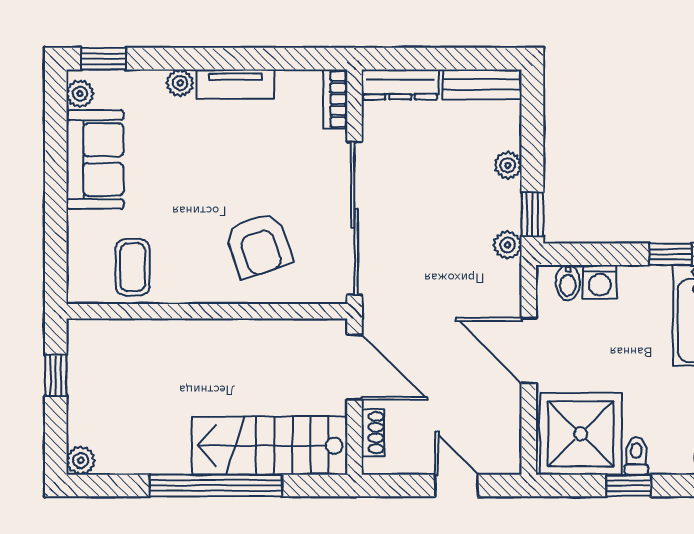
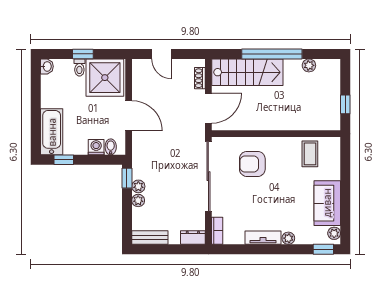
dresser: (400, 84) -> (193, 238), width x0.70
armchair: (259, 245) -> (252, 164), turned -71
plant: (508, 245) -> (138, 186), moved
door: (354, 367) -> (208, 108), swing flipped
plant: (81, 460) -> (309, 65), moved

